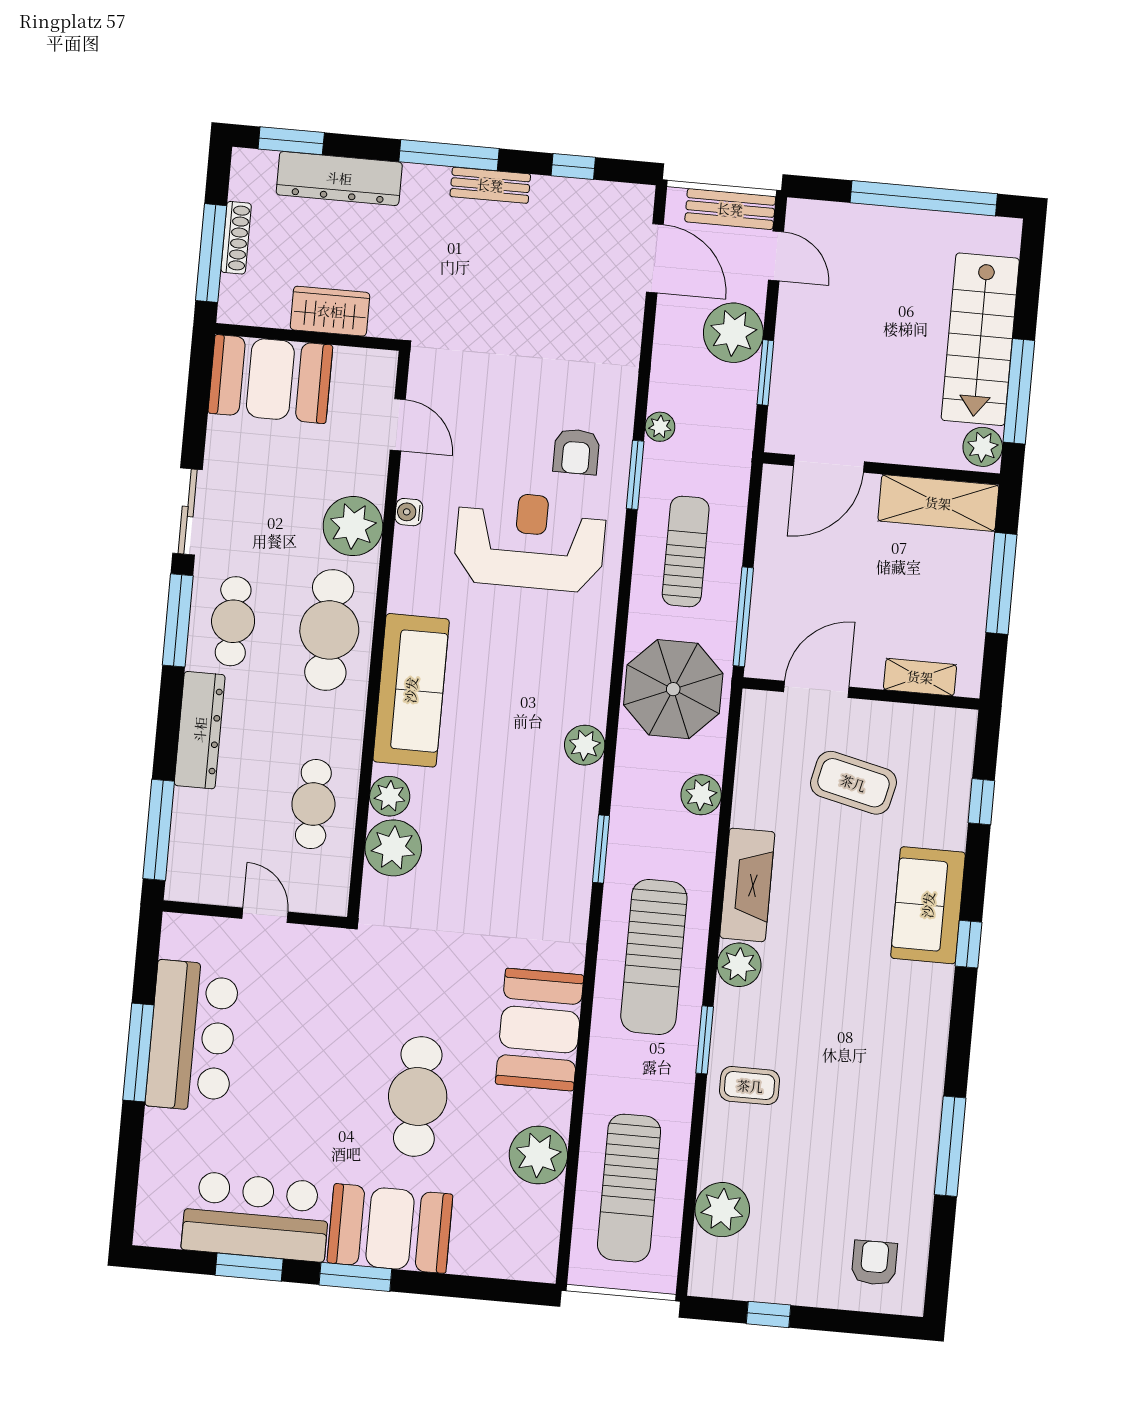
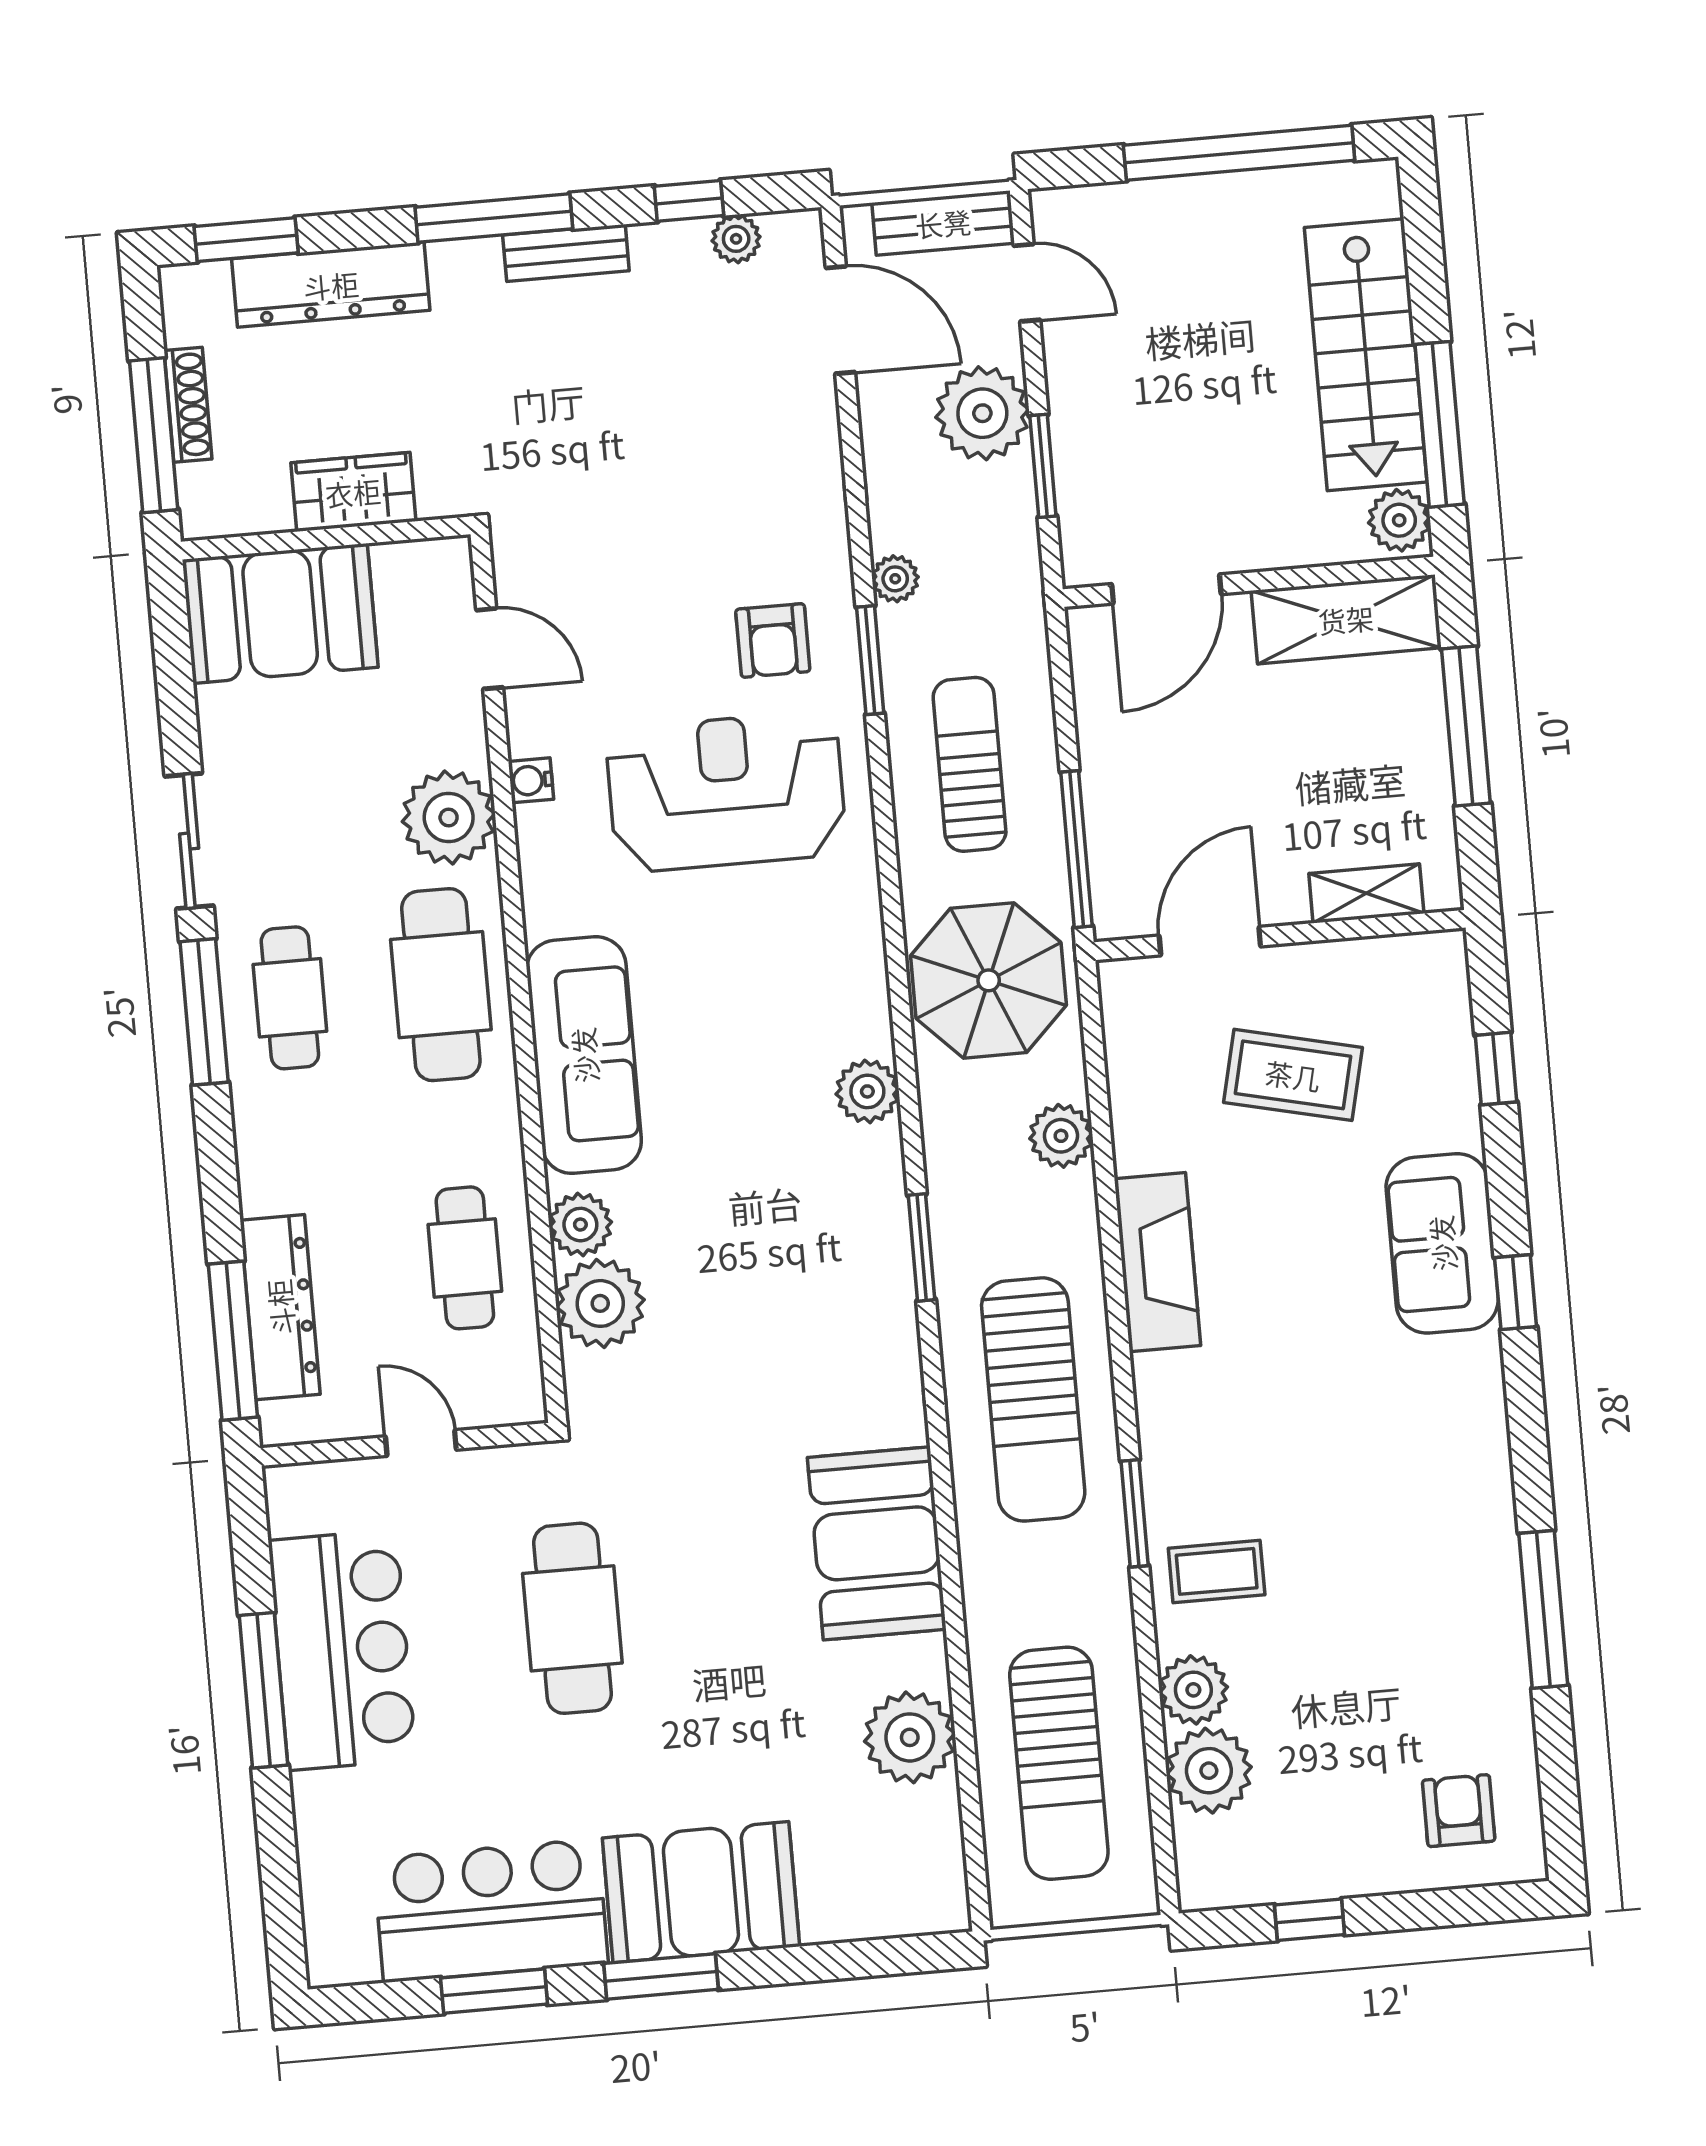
plant: (599, 196) -> (736, 239), added
dresser: (200, 730) -> (280, 1307), moved
plant: (739, 965) -> (1193, 1690), moved
cafe table: (418, 1096) -> (572, 1618), moved

